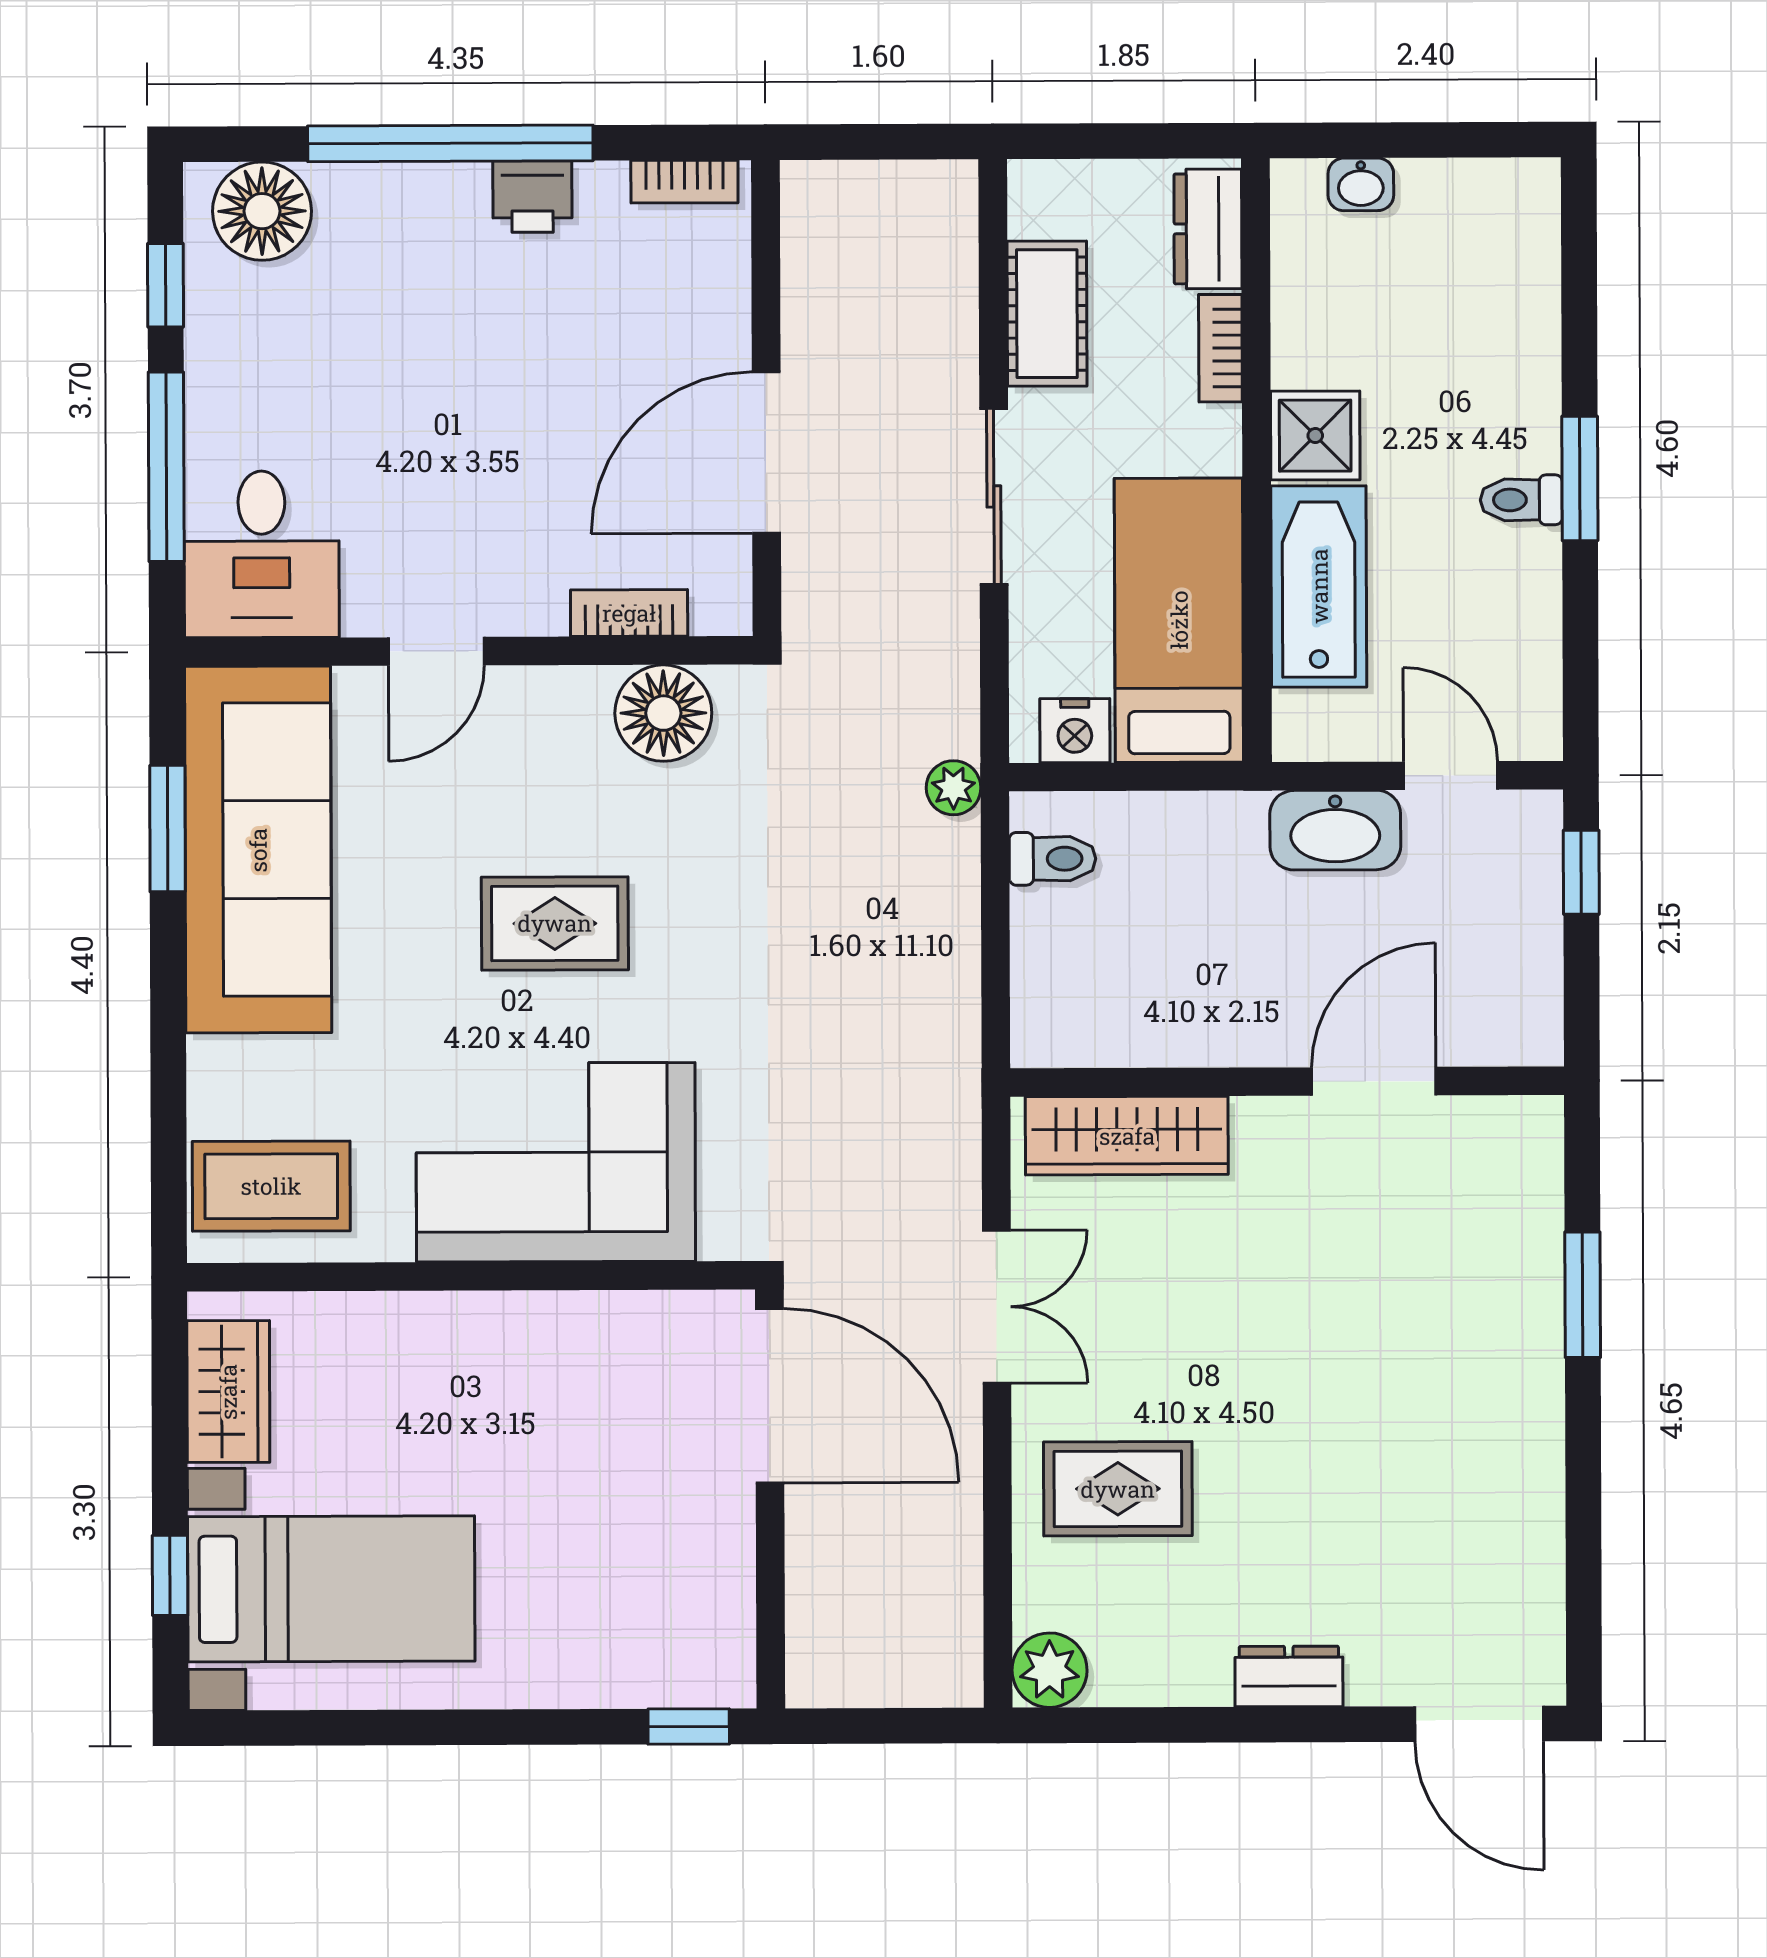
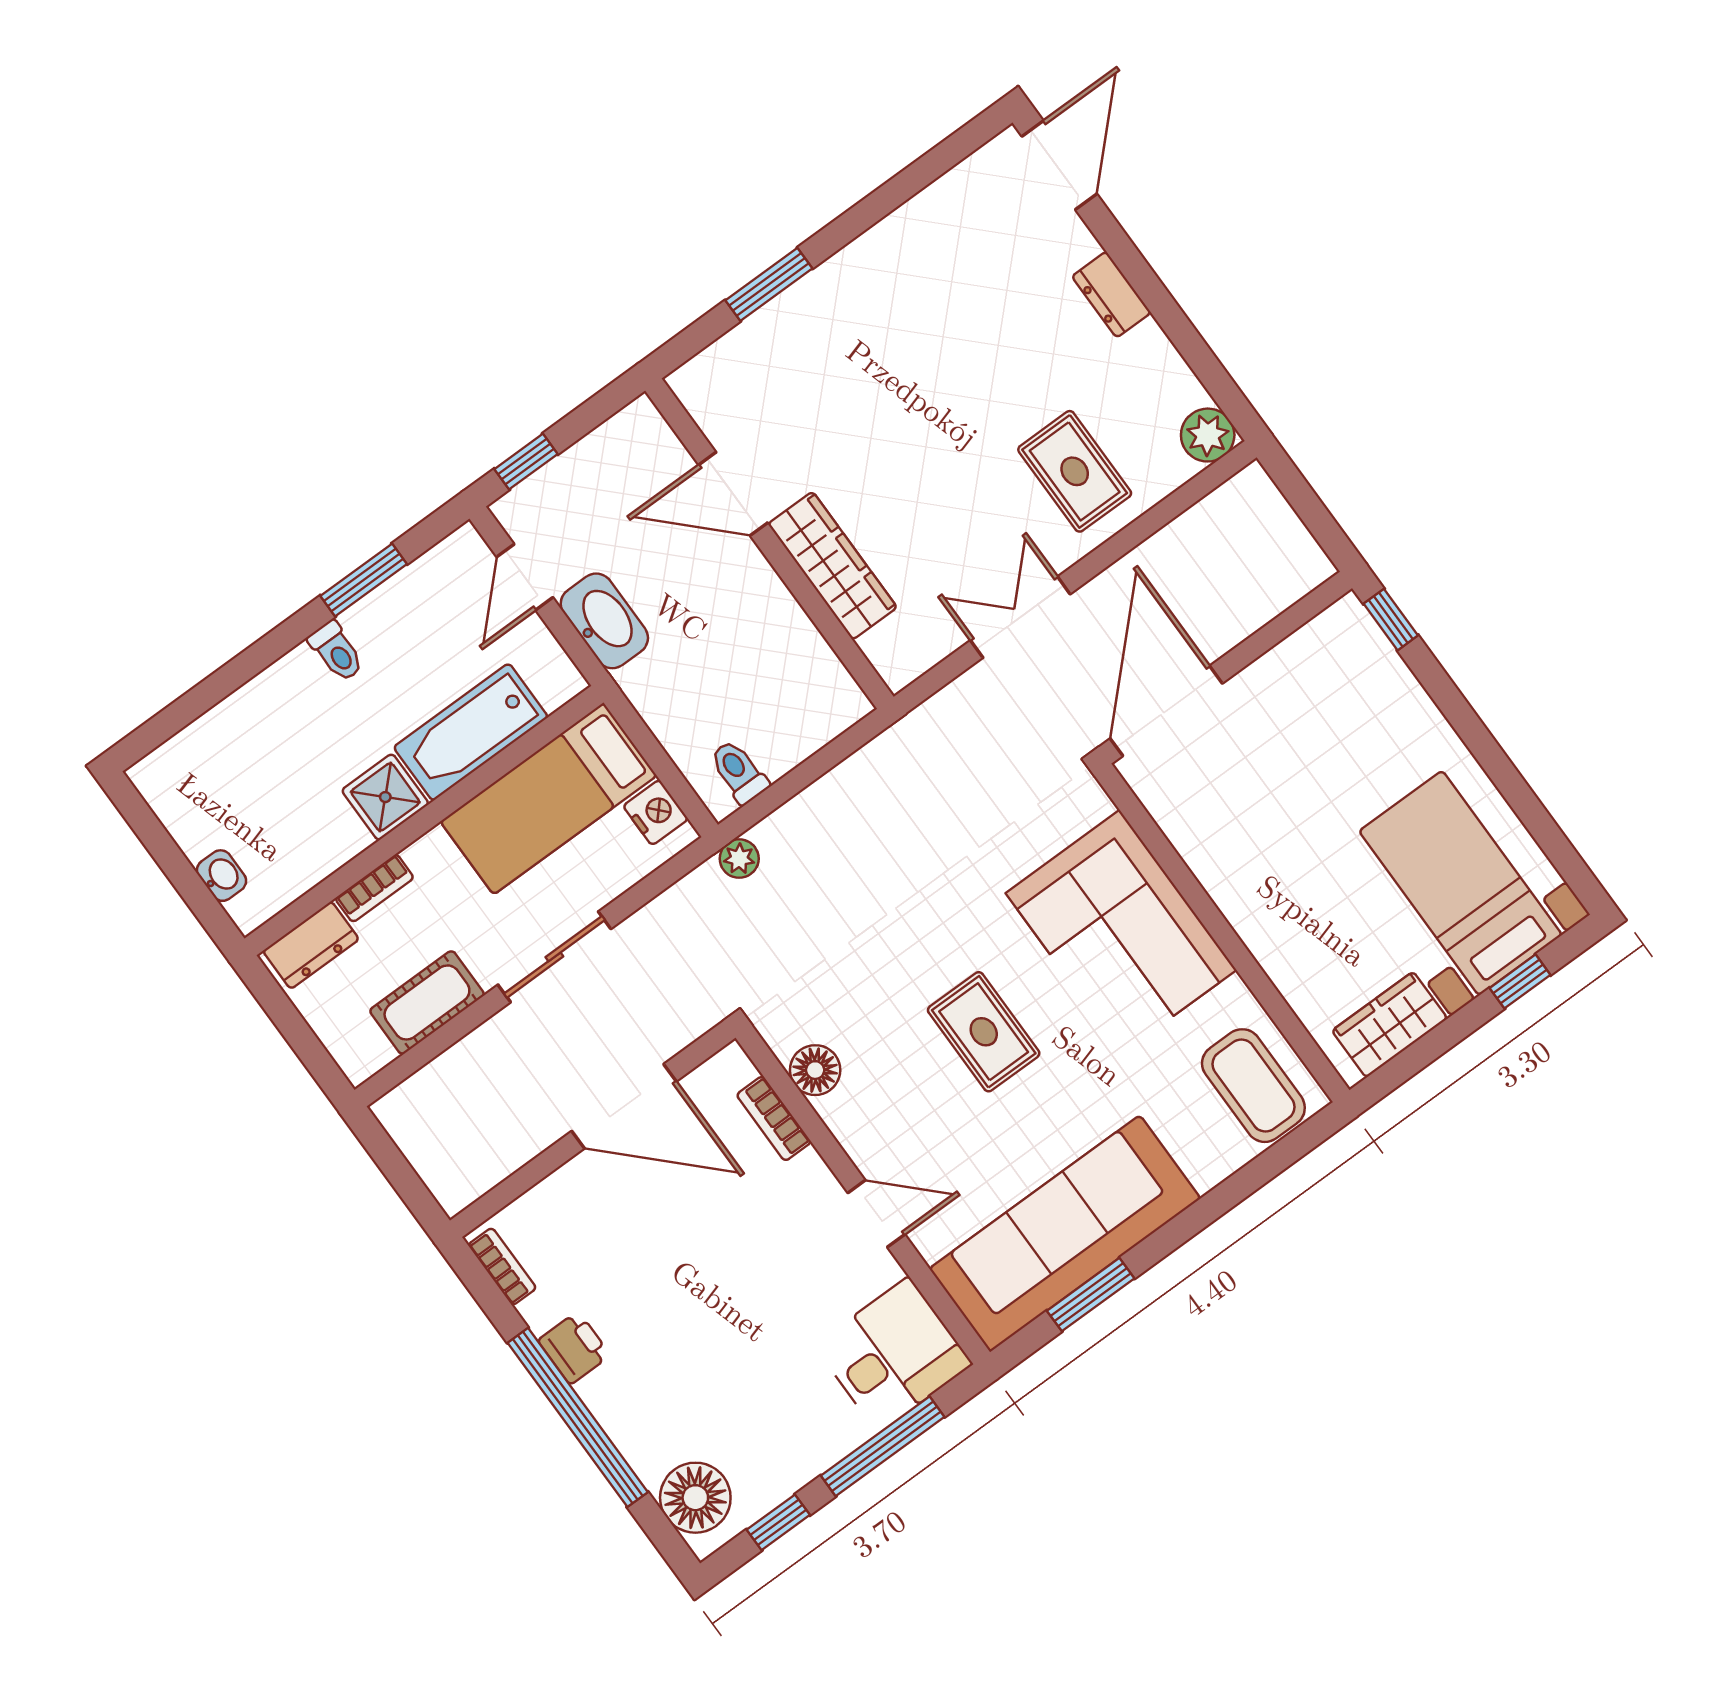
window: (1580, 478) -> (364, 580), moved
floor lamp: (663, 713) -> (815, 1070), width x0.73, depth x0.73
wardrobe: (1127, 1136) -> (832, 566), moved

